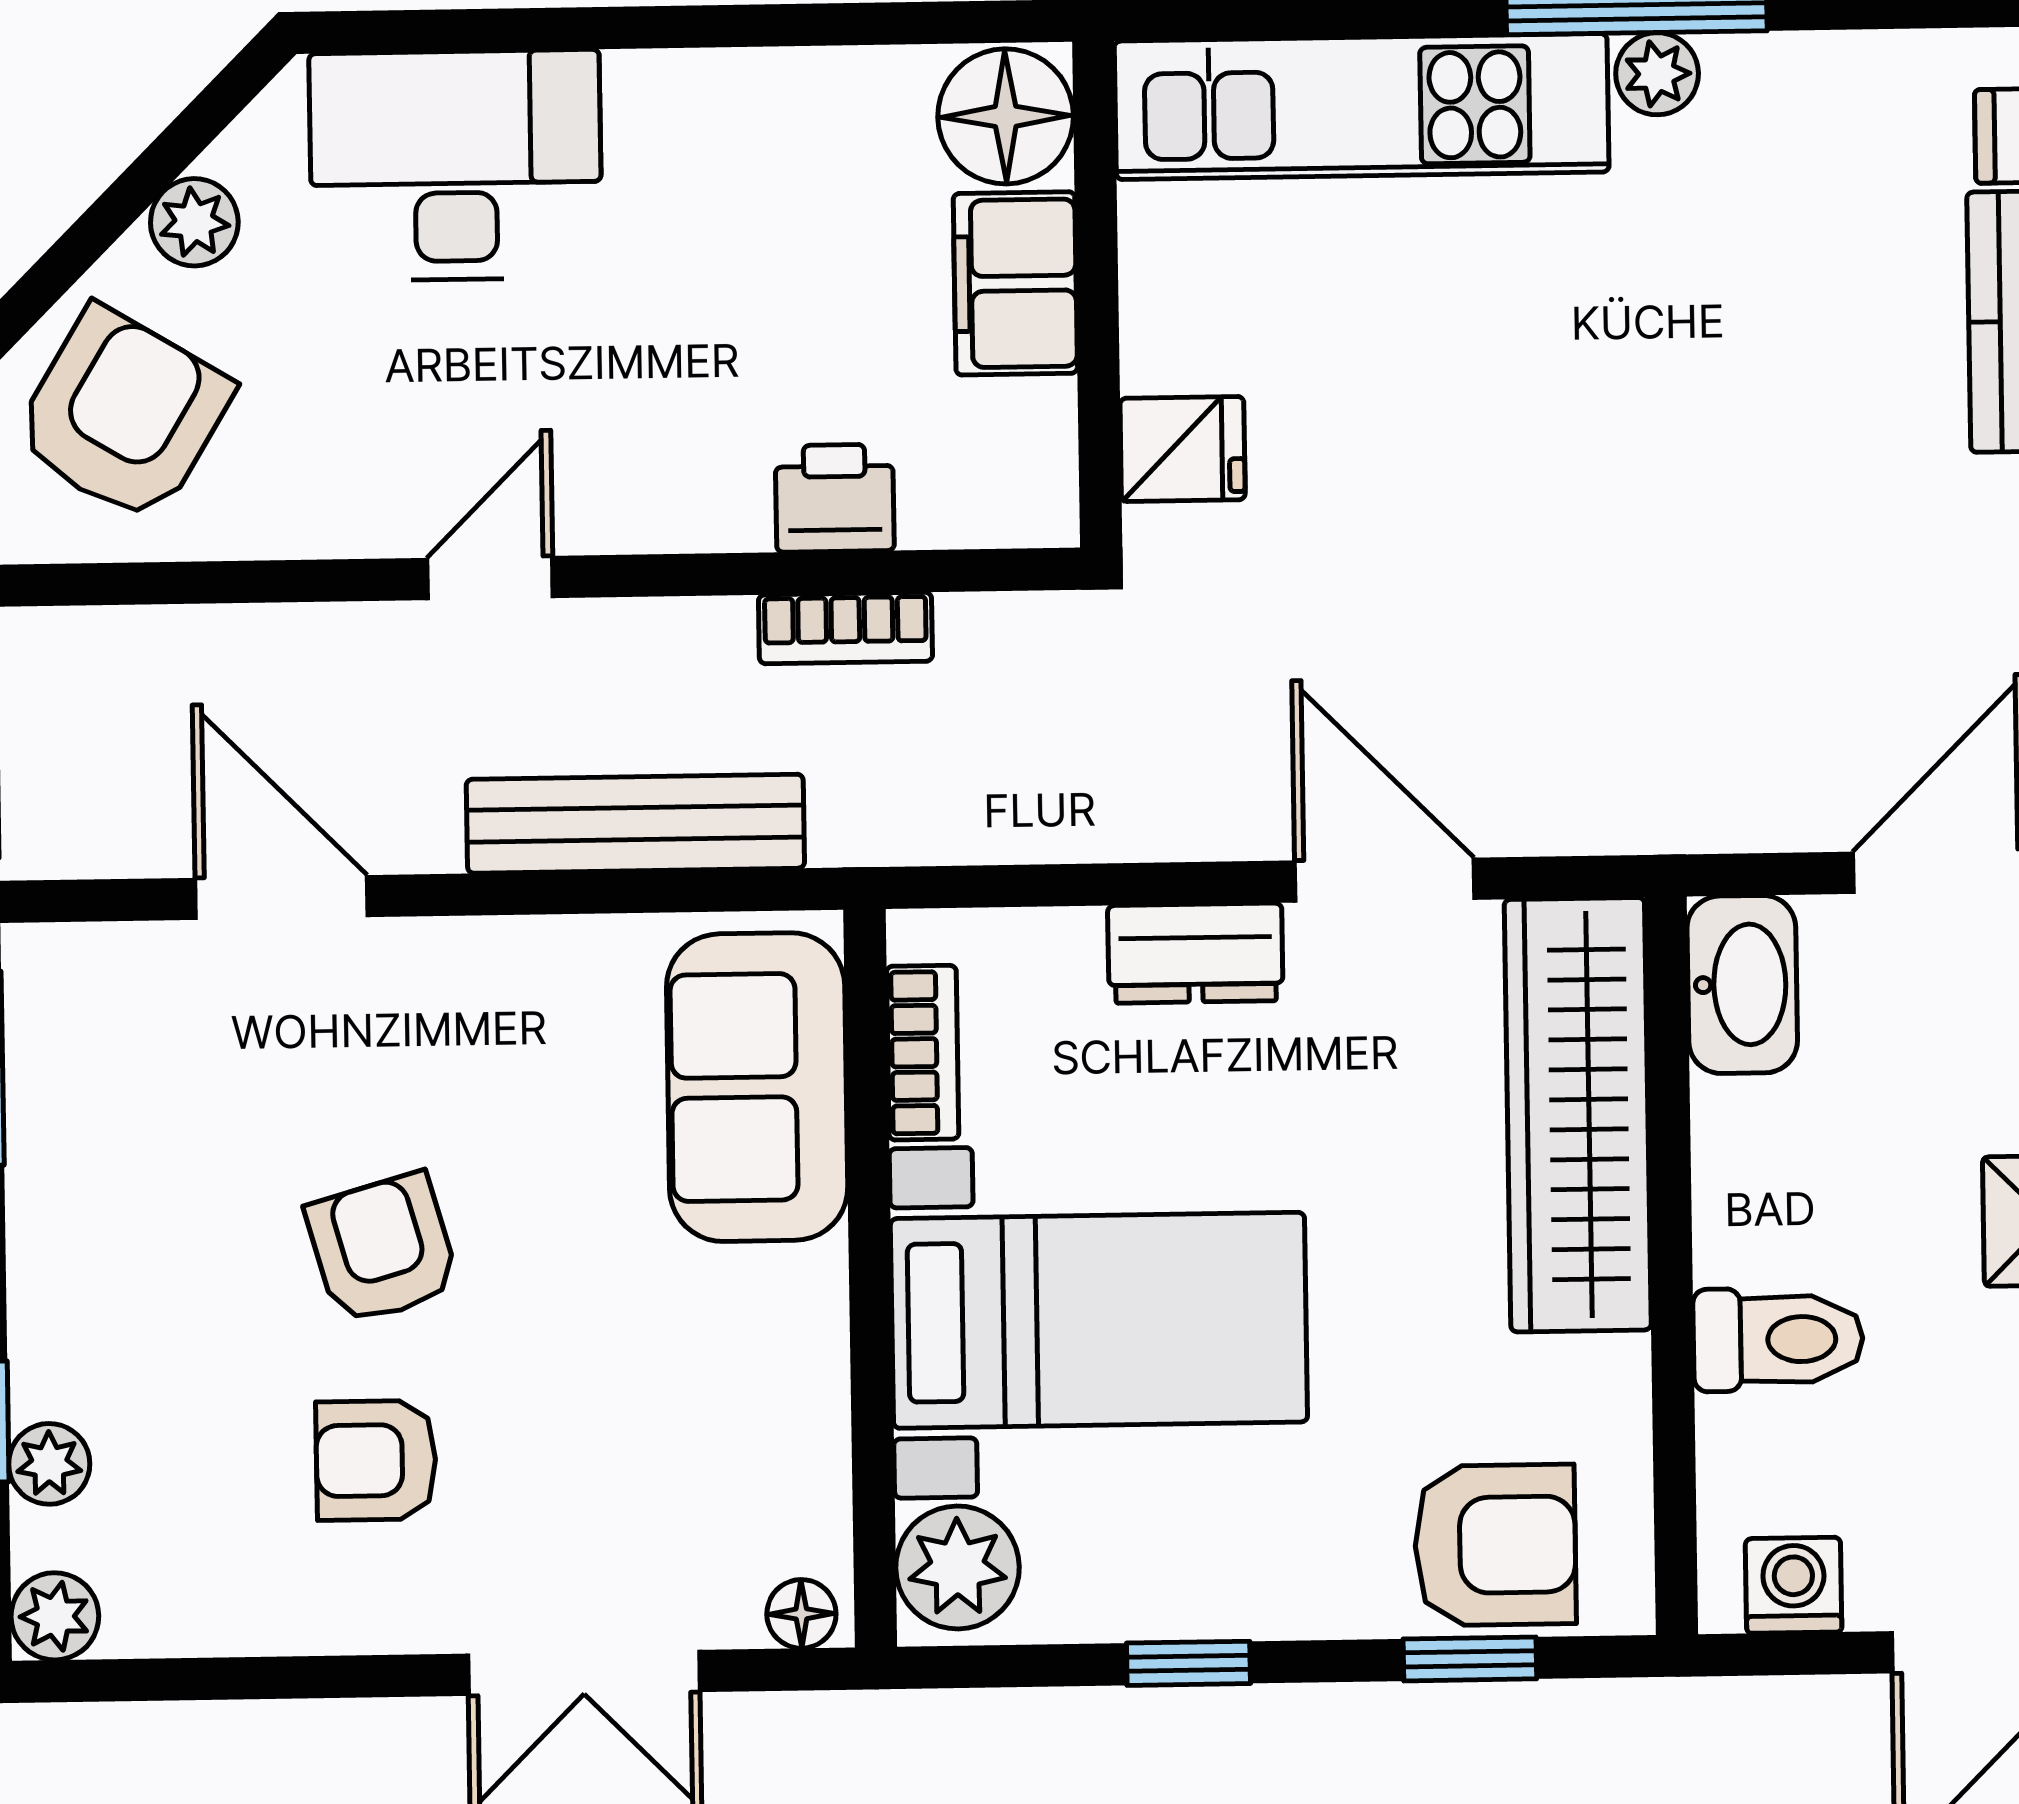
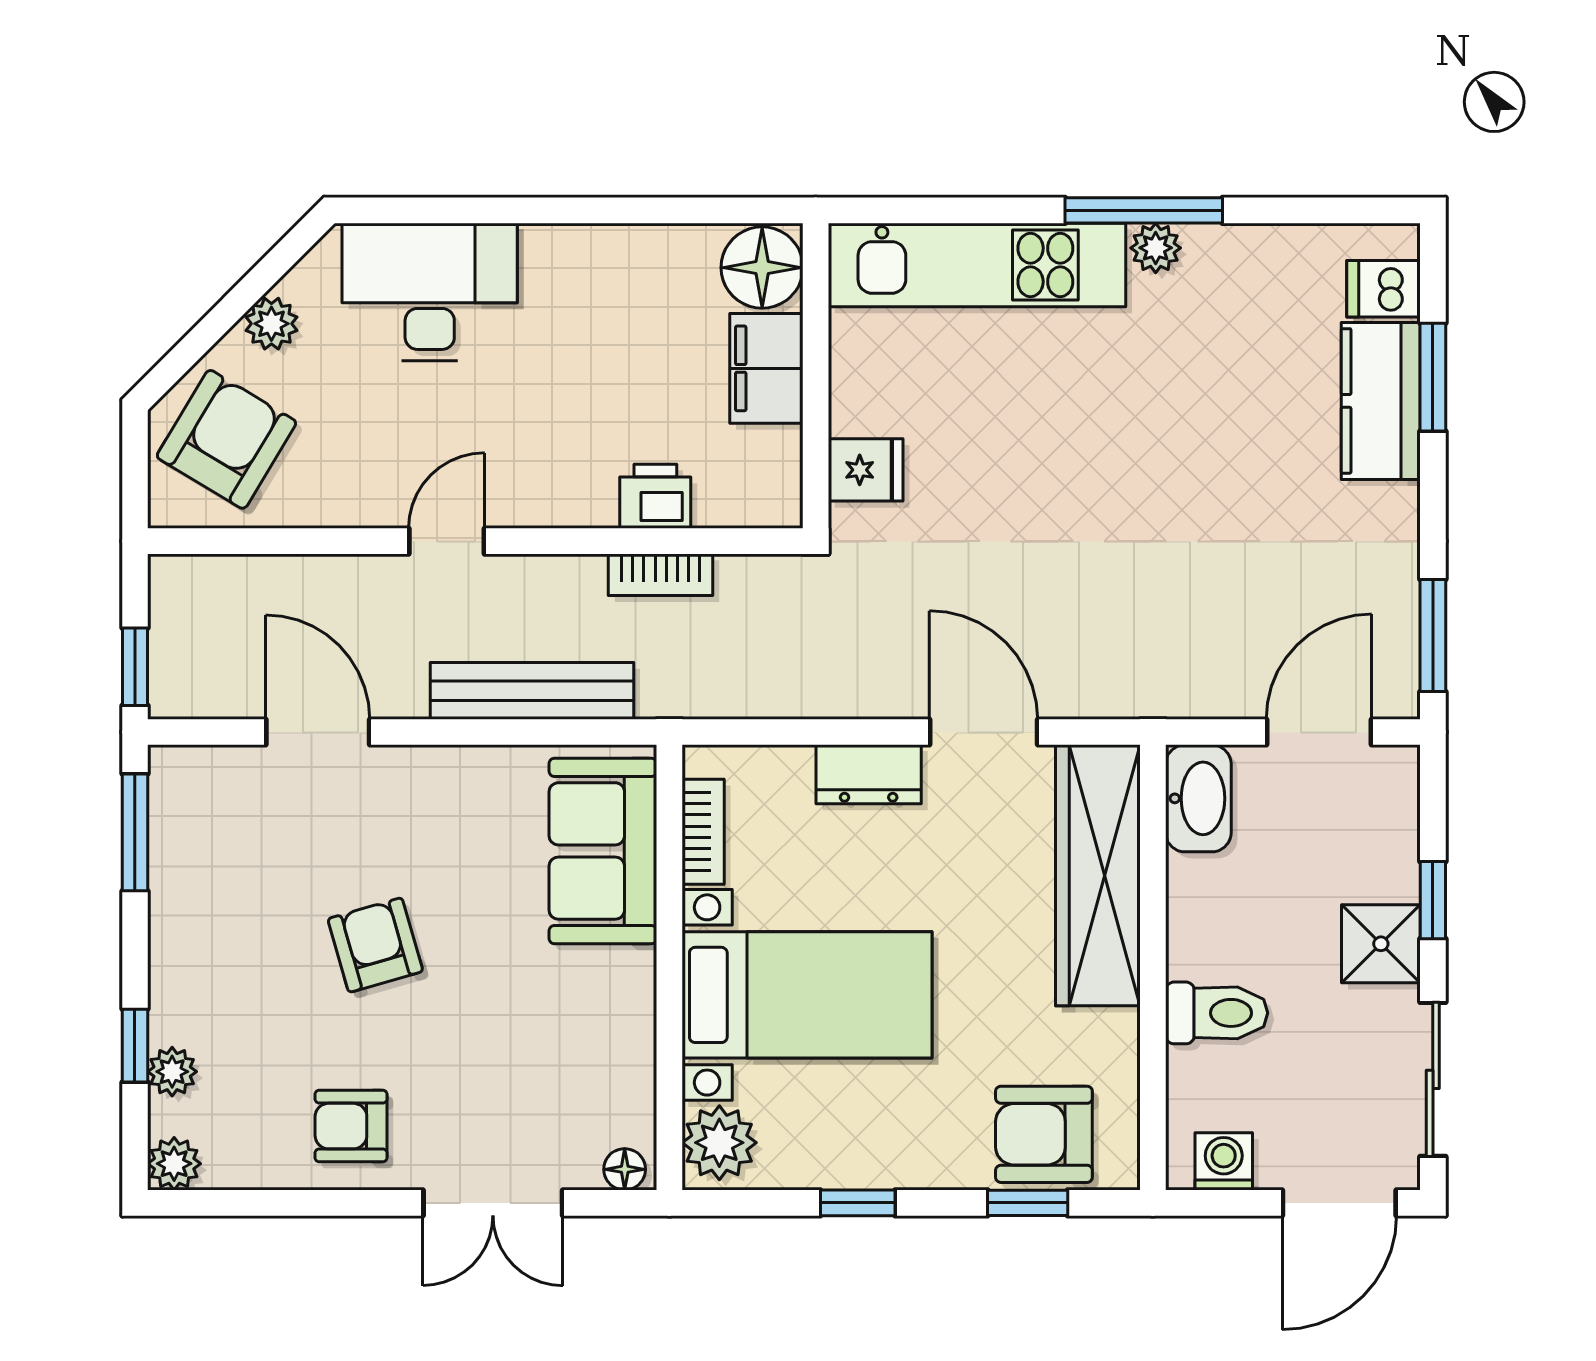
armchair: (376, 1460) -> (351, 1126), moved
armchair: (1495, 1545) -> (1044, 1134), turned 180

